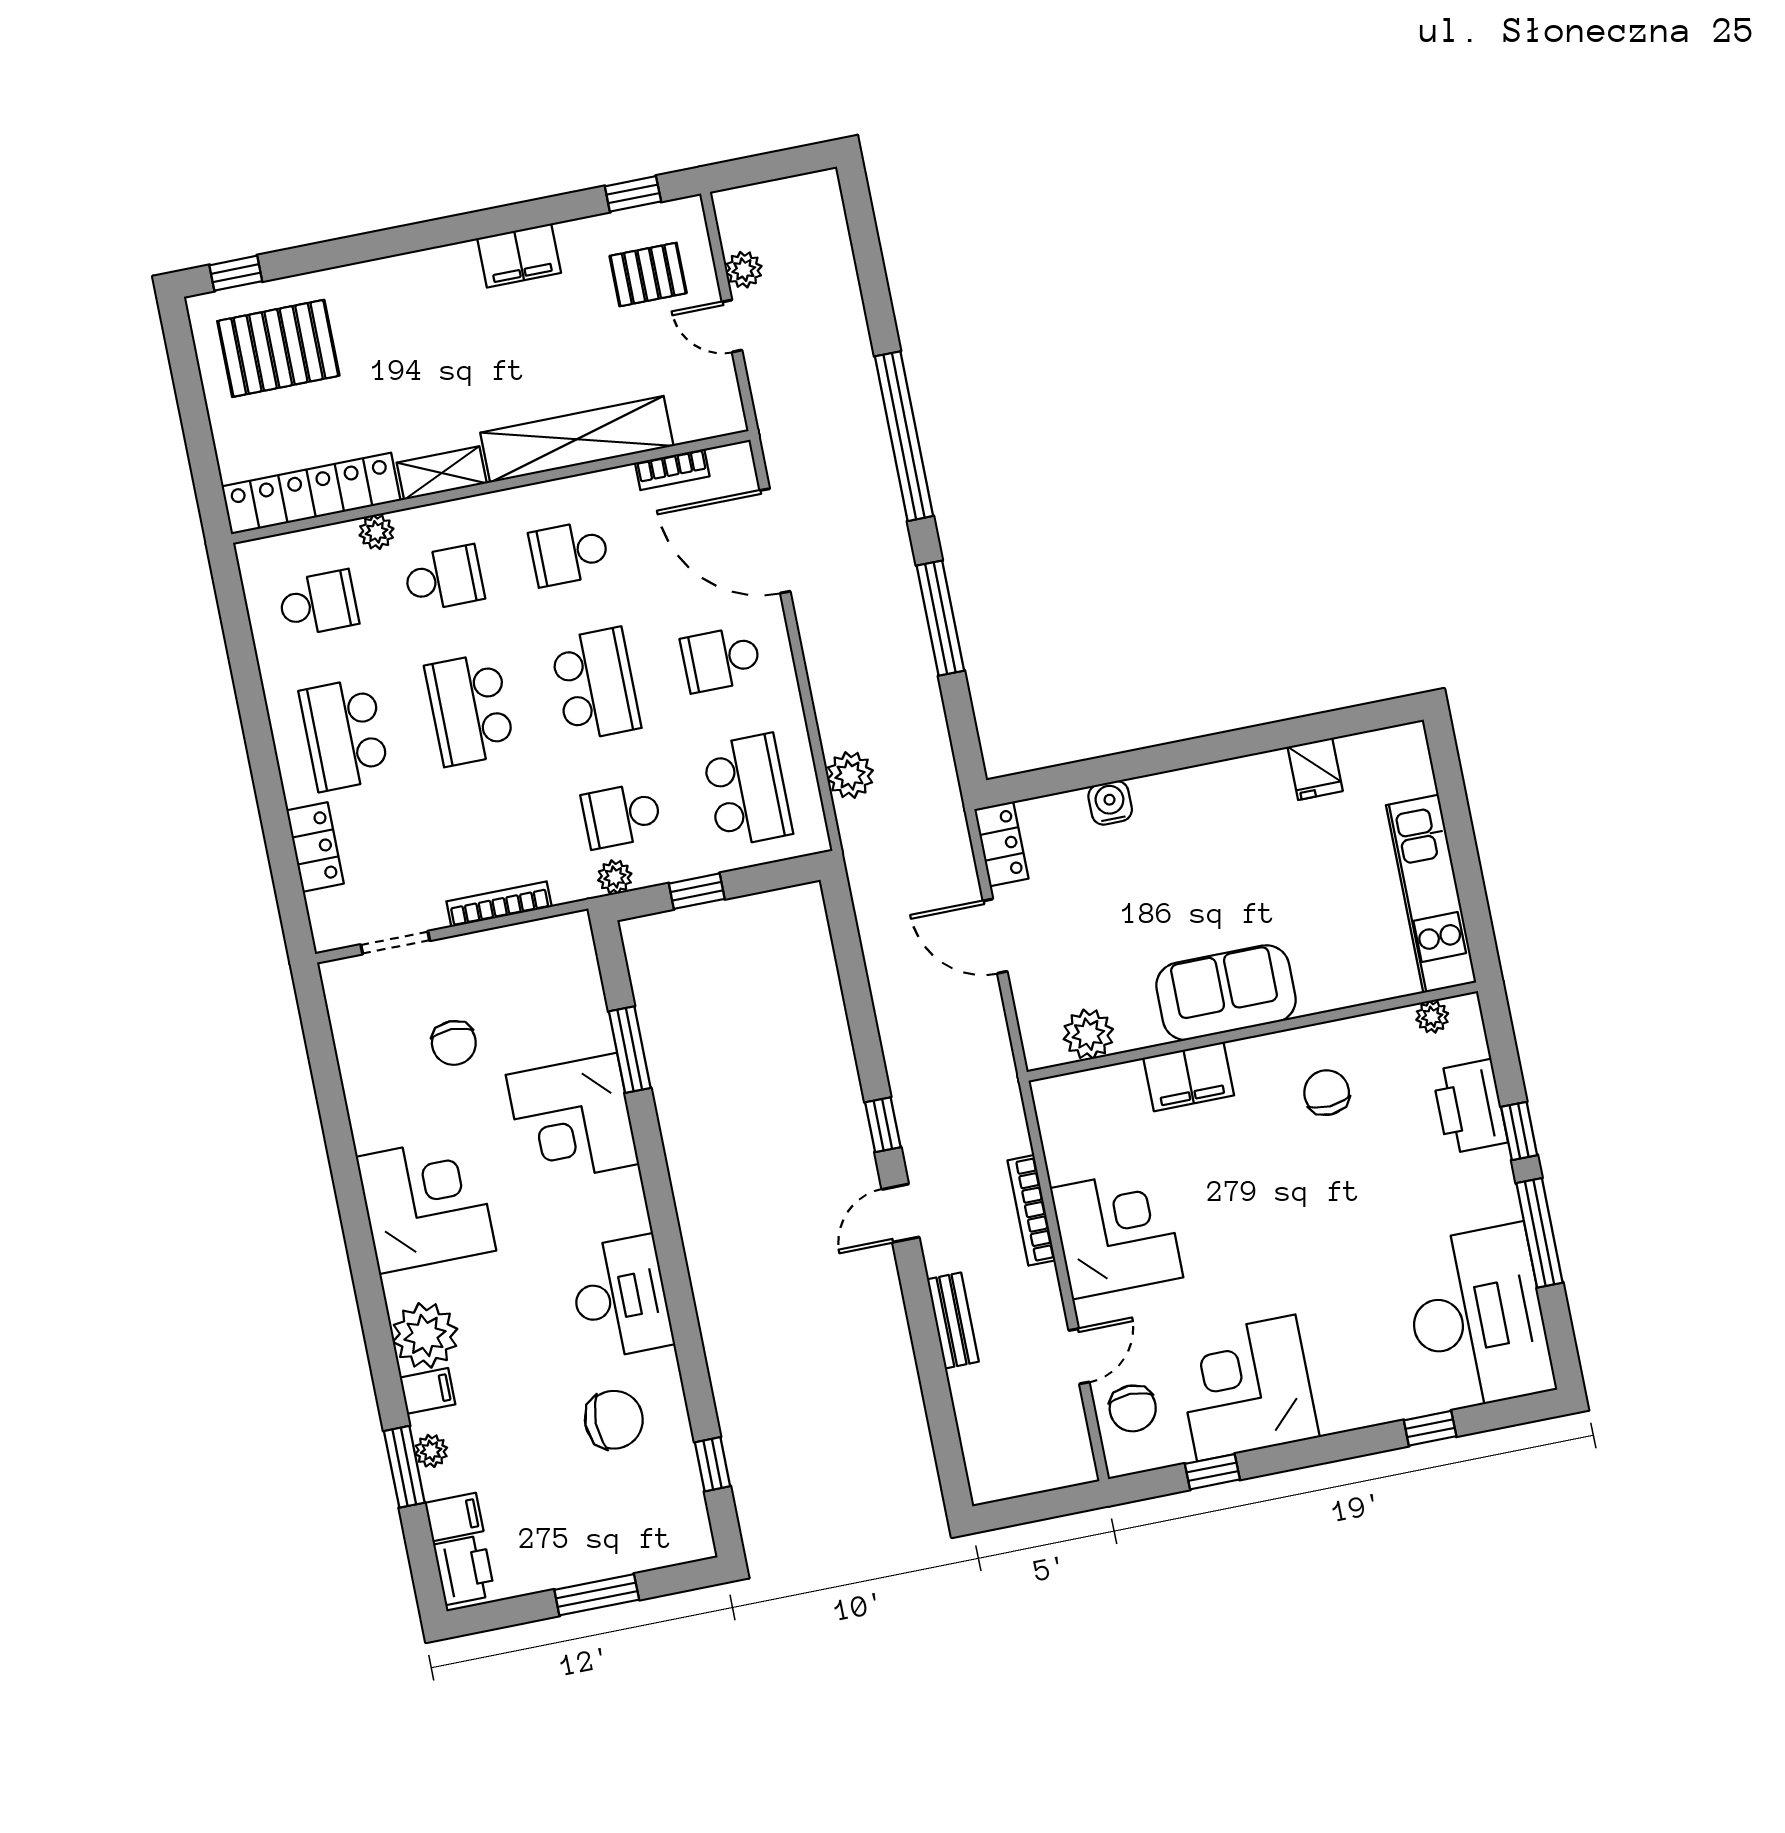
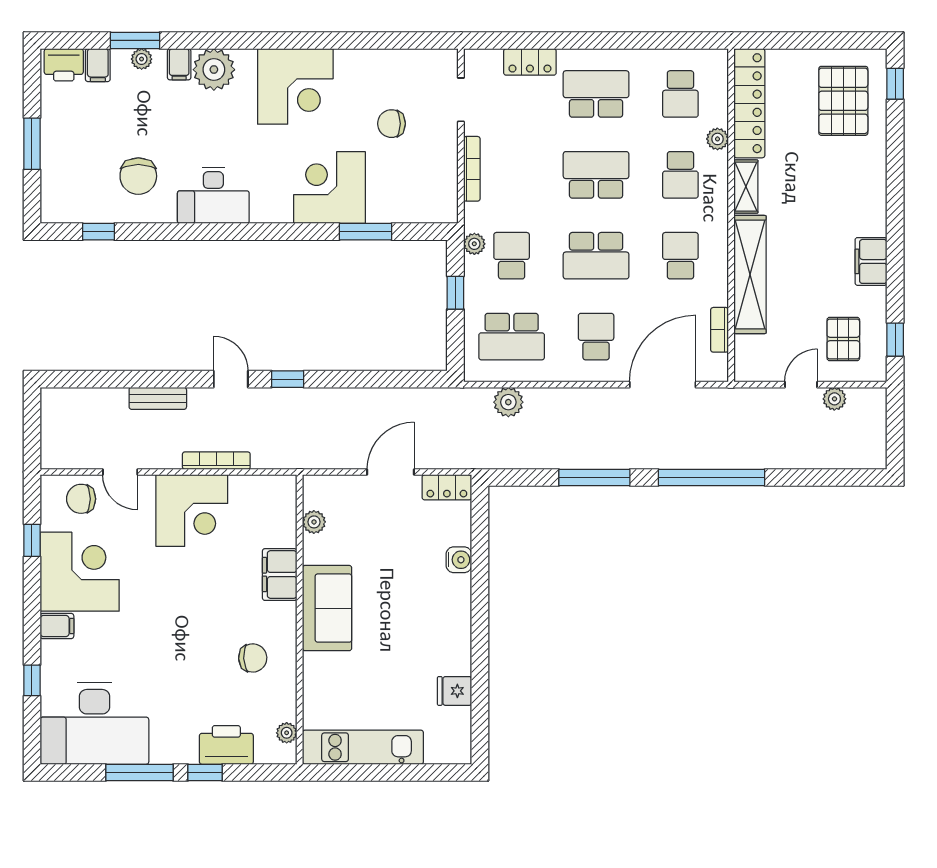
plant: (1088, 1034) -> (314, 522), width x0.73, depth x0.73
filing cabinet: (1338, 1406) -> (57, 626), added

